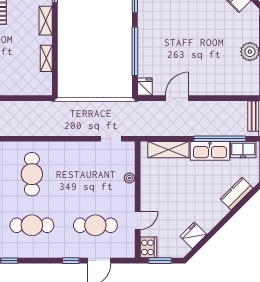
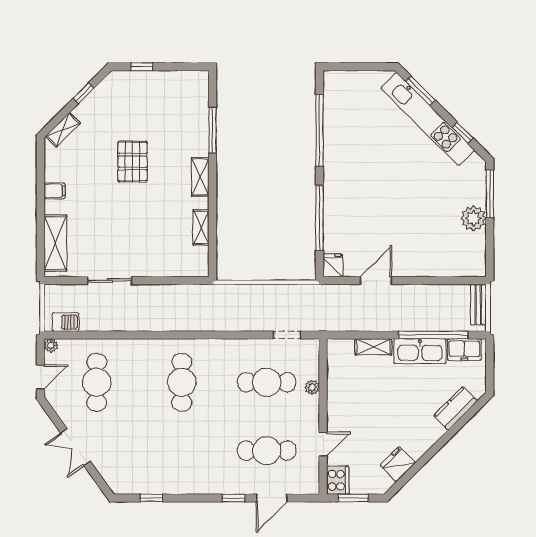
shelving: (168, 150) -> (373, 347), width x0.67, depth x0.75
cafe table: (32, 225) -> (267, 382), moved

